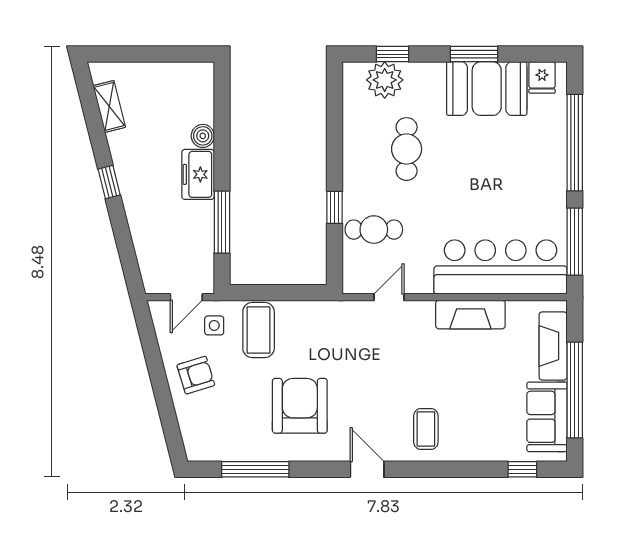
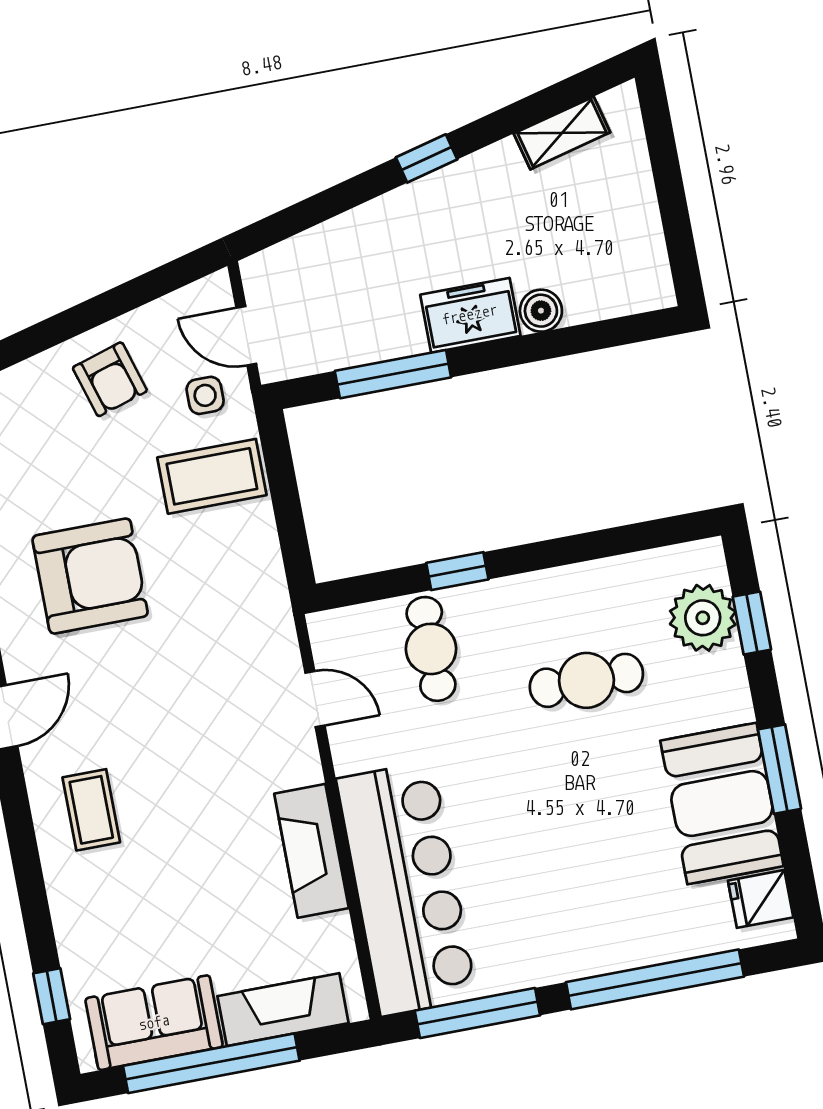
coffee table: (426, 429) -> (91, 810), turned 90

